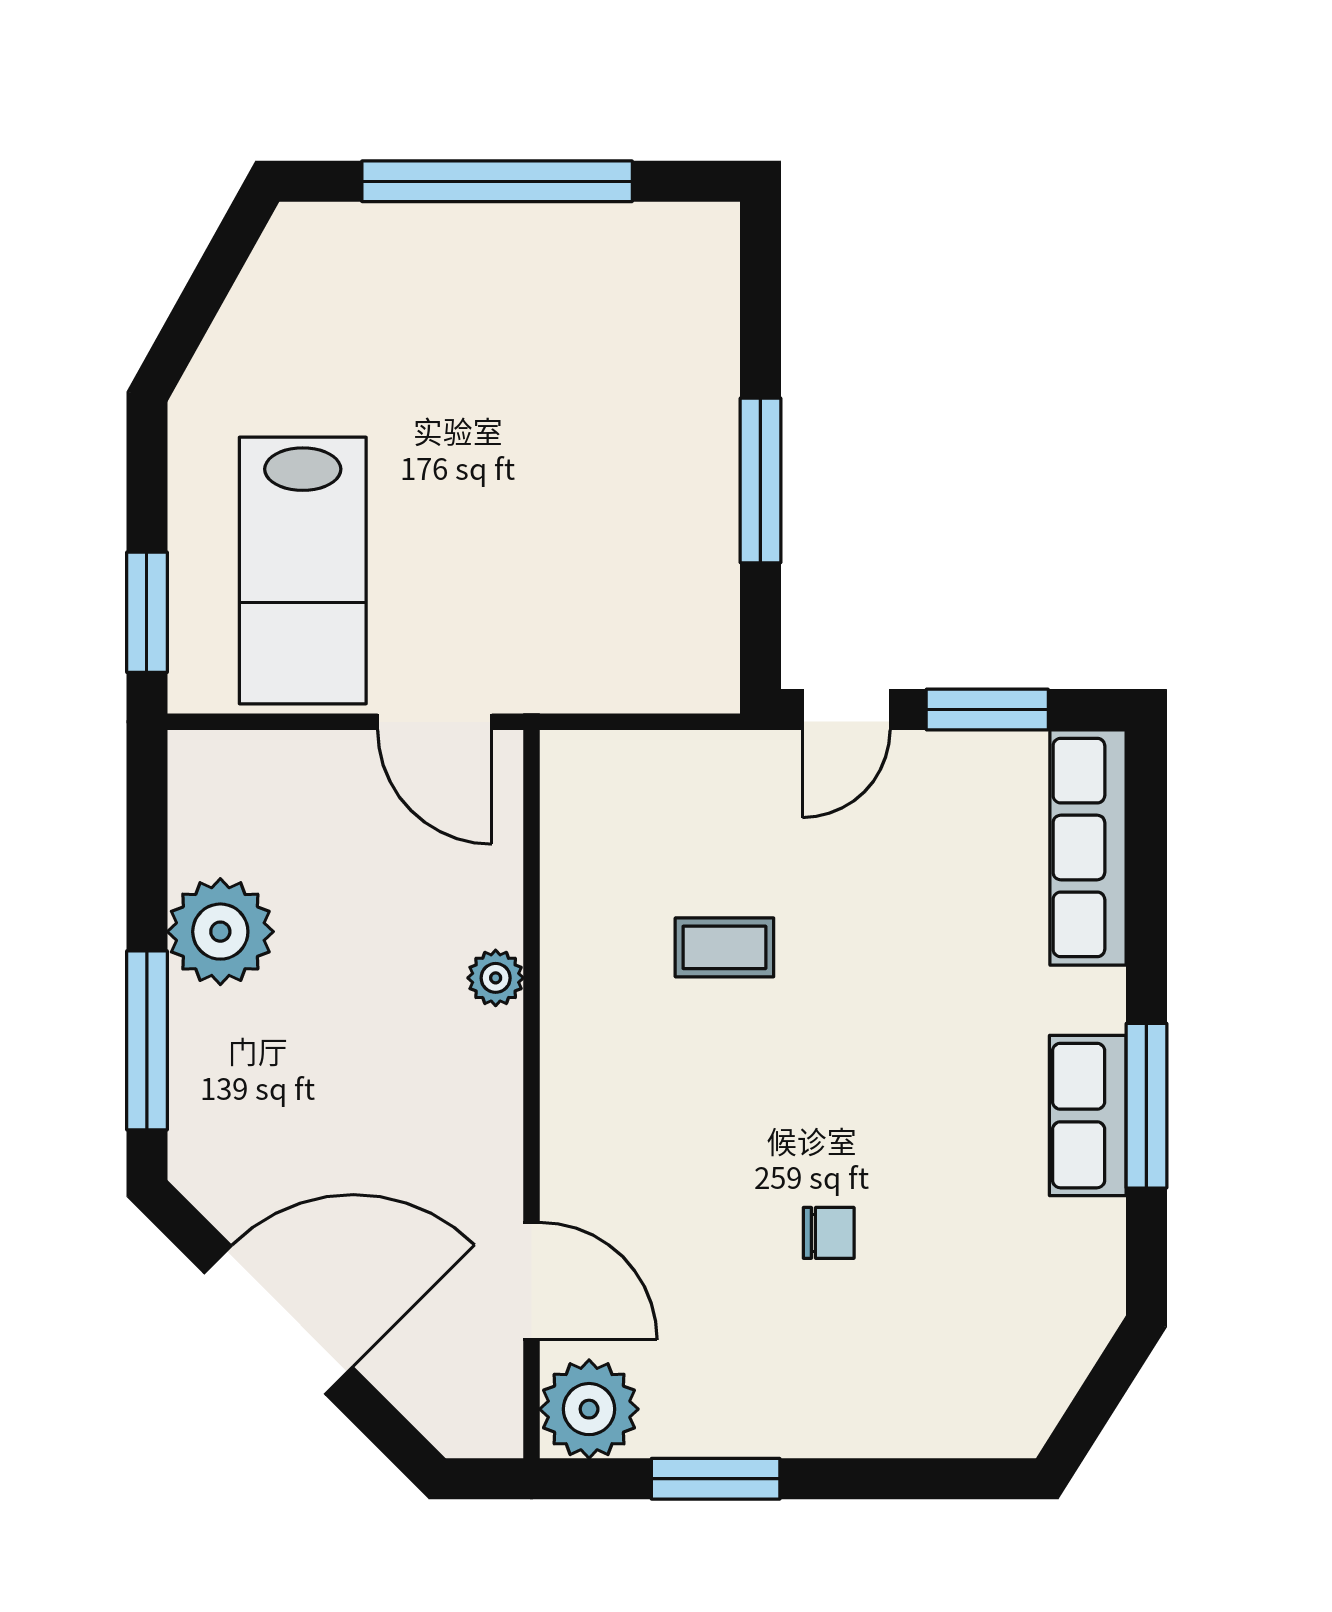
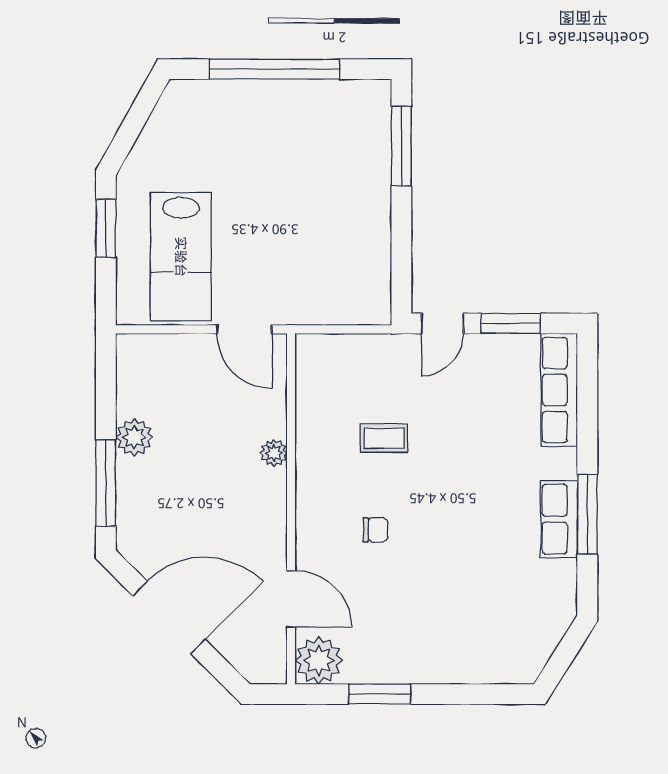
window: (760, 480) -> (401, 146), moved
window: (147, 612) -> (106, 228), moved
plant: (220, 932) -> (134, 437), width x0.73, depth x0.73
chair: (829, 1233) -> (376, 530), moved

